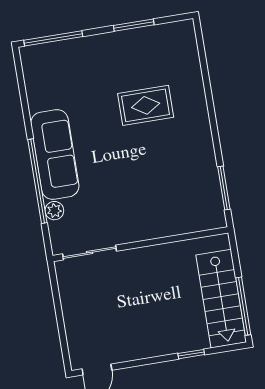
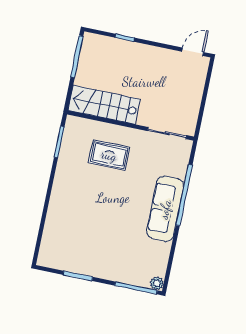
rug: (146, 105) -> (109, 155), moved
plant: (54, 211) -> (157, 283), moved
stairs: (221, 299) -> (104, 105), moved, turned -90

